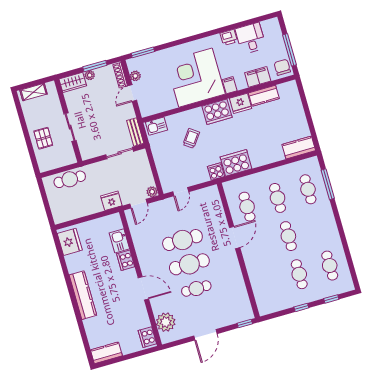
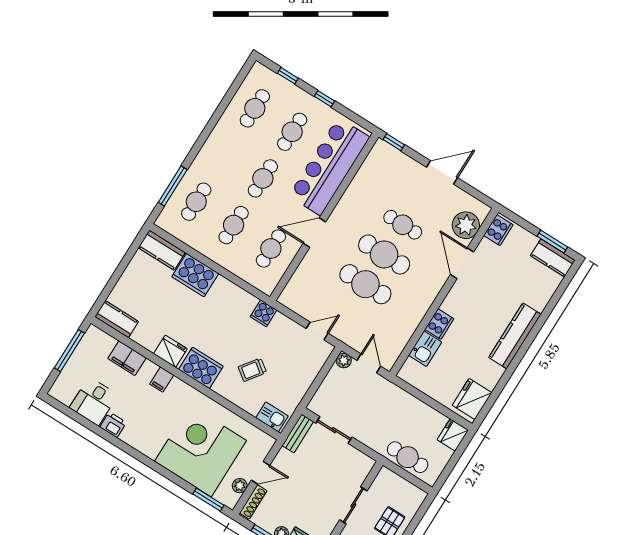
chair: (282, 67) -> (94, 342), removed
corner desk: (195, 78) -> (201, 451), moved, turned 180
kitchen counter: (264, 96) -> (117, 319), moved
cooker: (236, 163) -> (195, 275), moved
fridge: (111, 201) -> (453, 435), moved, turned 90
door: (139, 204) -> (369, 363), hinge flipped
bar counter: (263, 277) -> (329, 166), added
door: (143, 288) -> (462, 263), moved
window: (115, 360) -> (552, 242), added

